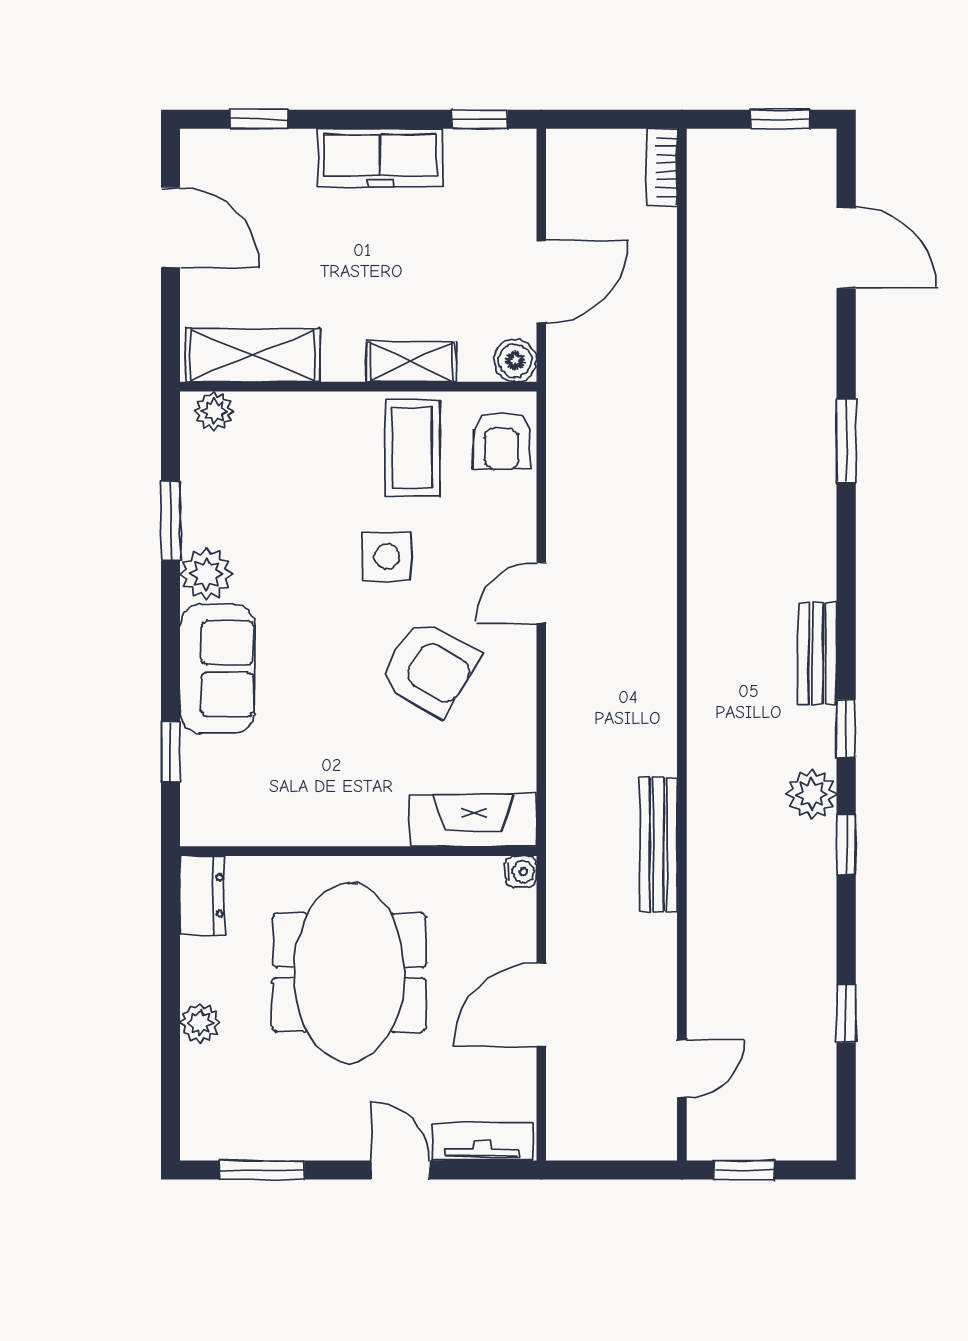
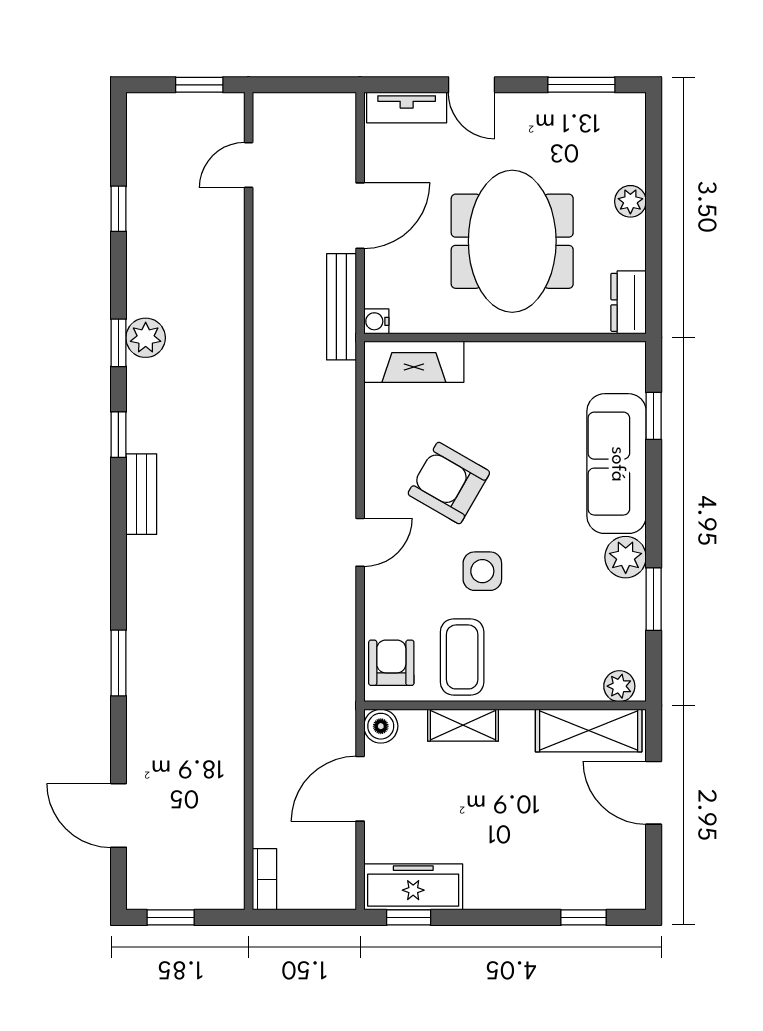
freezer: (380, 158) -> (413, 887), moved
door: (171, 228) -> (654, 793), moved
sofa: (217, 669) -> (617, 464), width x1.36
plant: (812, 794) -> (146, 338), moved
bench: (658, 845) -> (341, 307), moved

